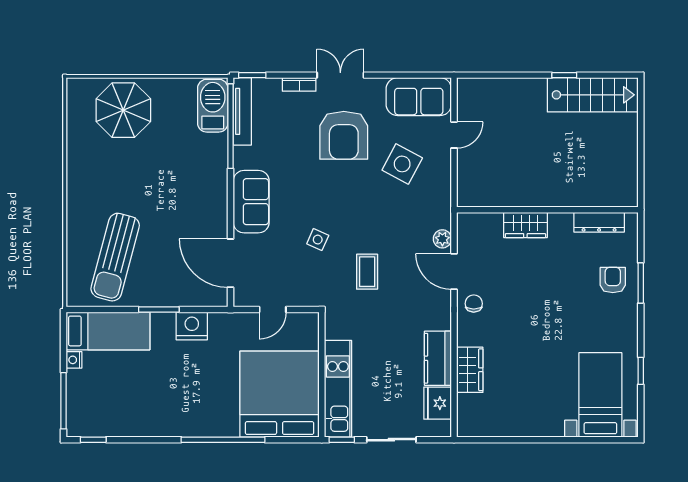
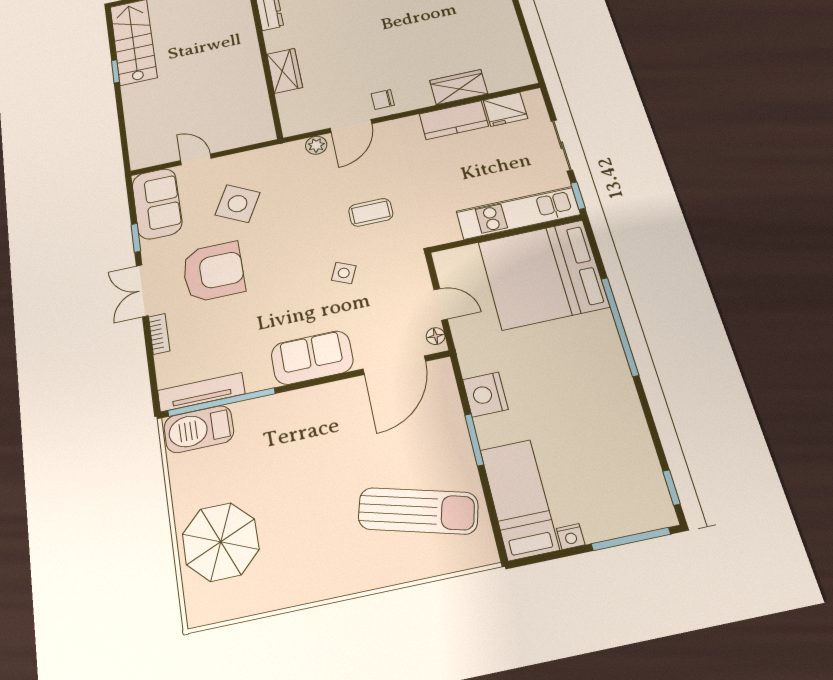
window: (252, 75) -> (136, 238), moved
floor lamp: (247, 300) -> (436, 336), added

